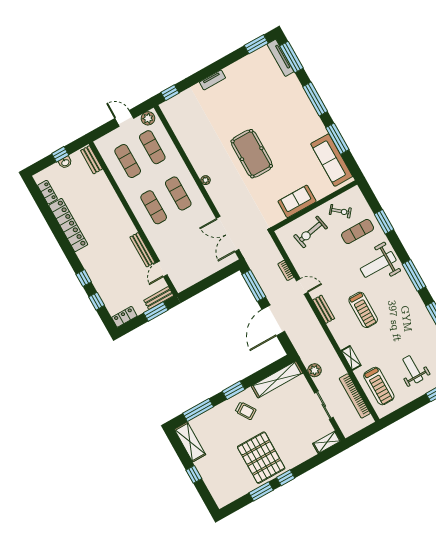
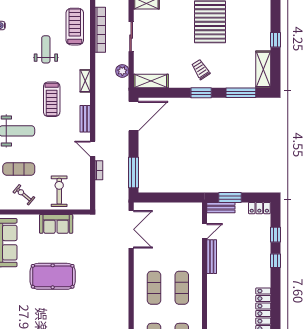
pool table: (252, 154) -> (53, 276), moved, turned 90
plant: (206, 180) -> (124, 286), removed
exercise bike: (311, 232) -> (59, 191), turned -79
treadmill: (363, 310) -> (52, 99), turned 180
door: (273, 320) -> (134, 116), moved
shelving: (351, 358) -> (85, 81), moved
weight bench: (413, 369) -> (46, 49), moved, turned 180
shelving: (277, 379) -> (151, 81), width x0.68

